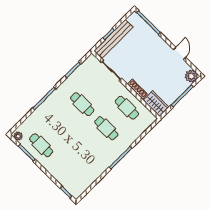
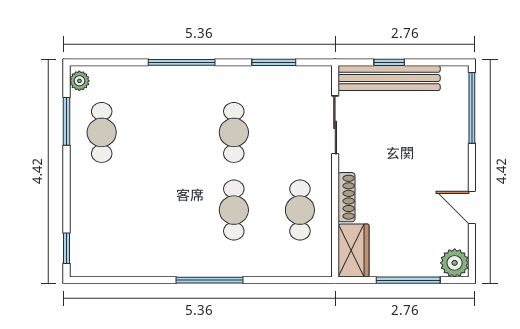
door: (180, 53) -> (472, 208), swing flipped

